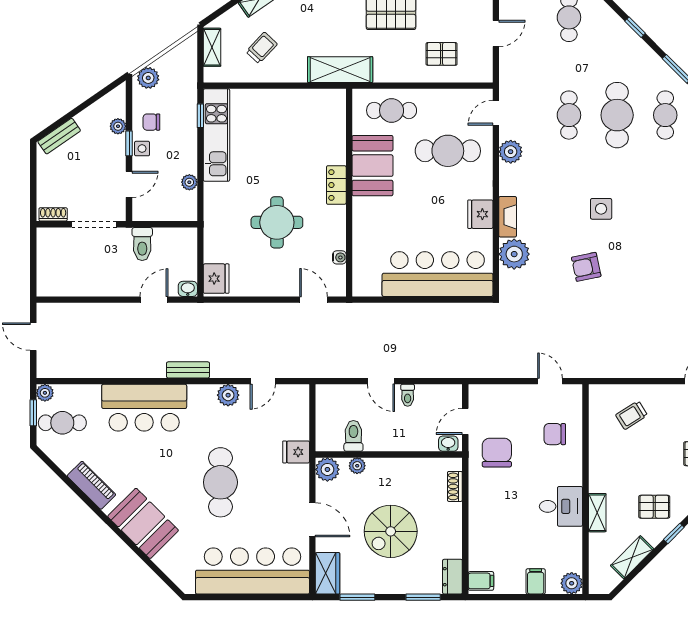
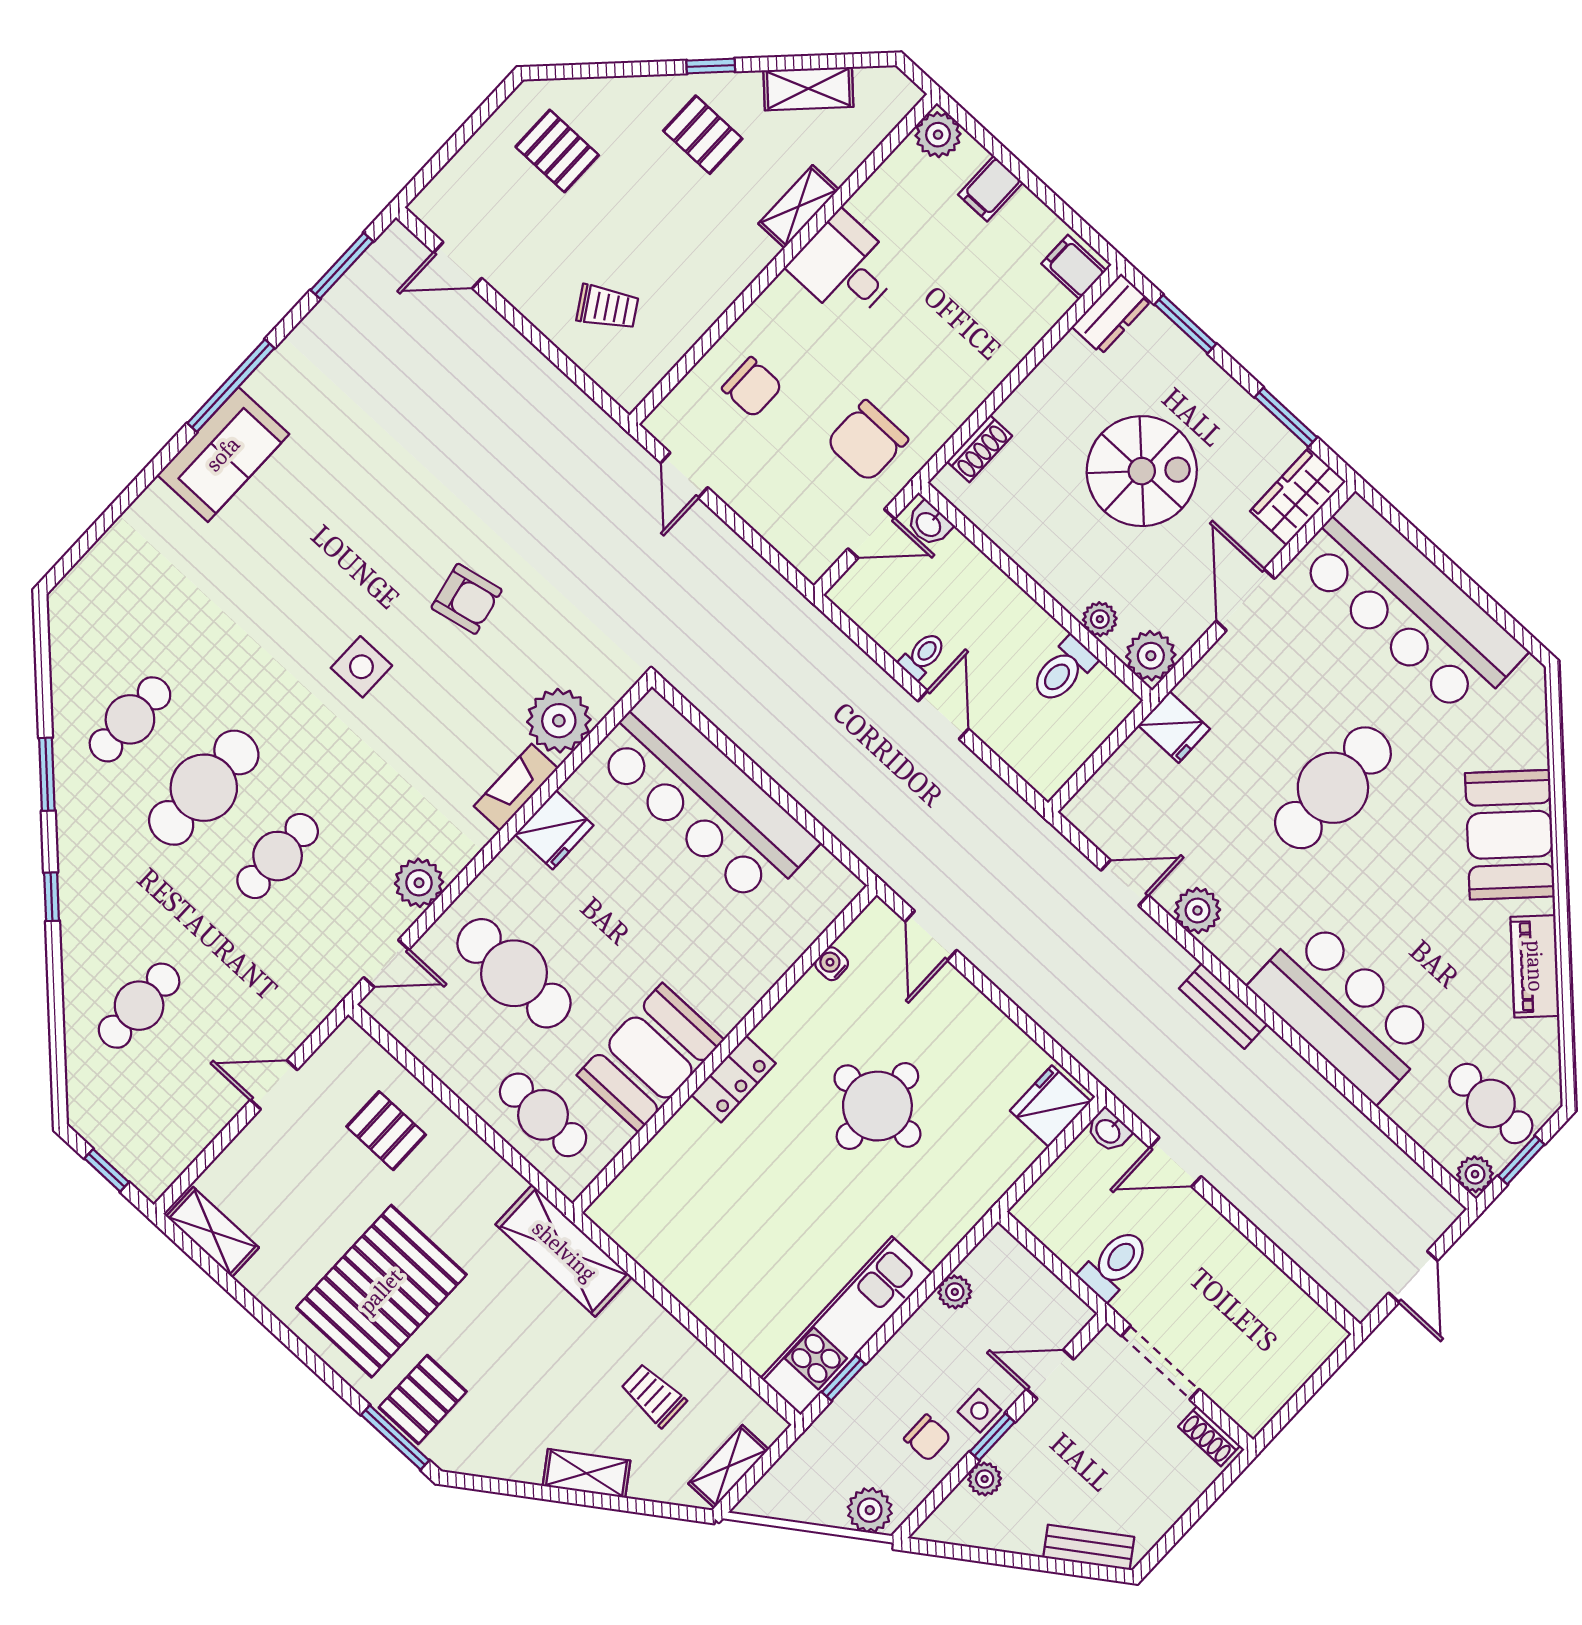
trolley: (262, 48) -> (653, 1395), turned 47

